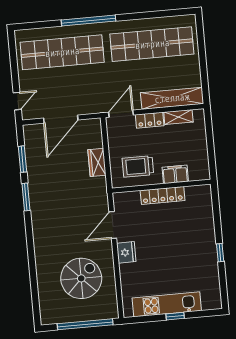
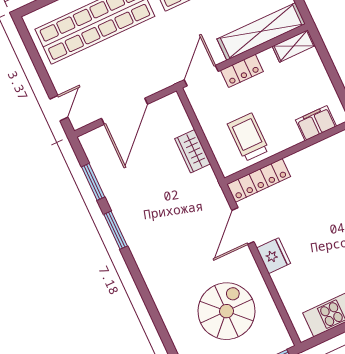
shelving: (178, 117) -> (294, 46), moved
trolley: (138, 166) -> (248, 137), turned 90
filing cabinet: (175, 174) -> (316, 123), moved
locker: (163, 195) -> (259, 180), moved

